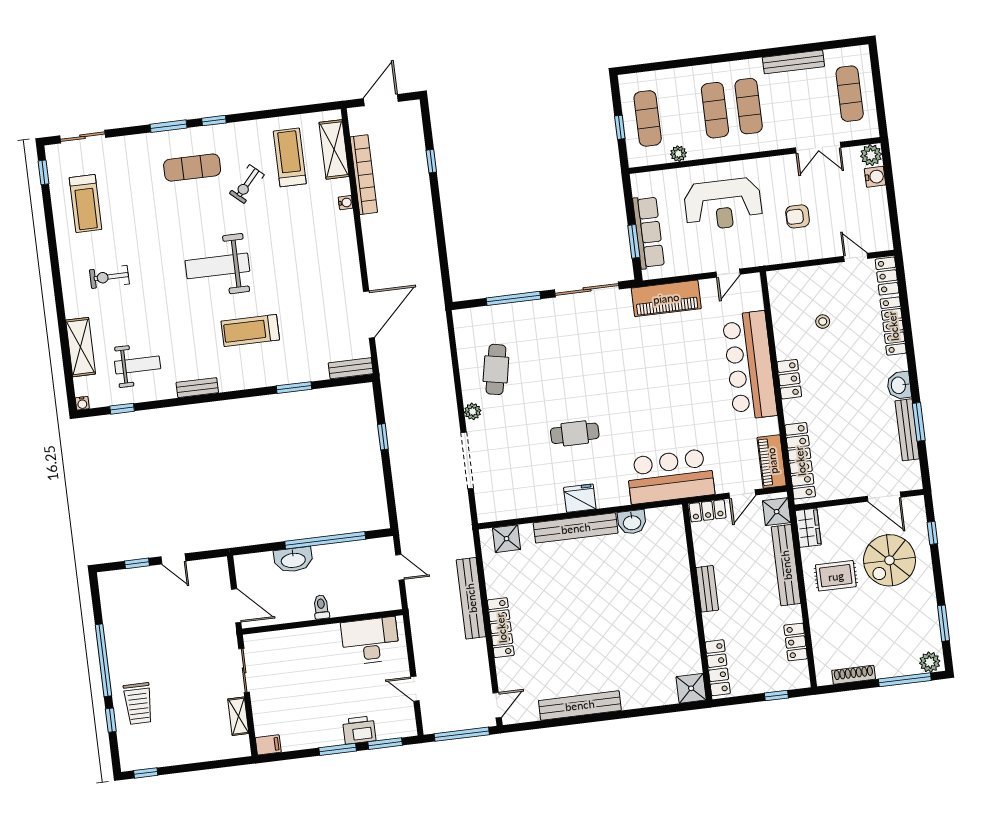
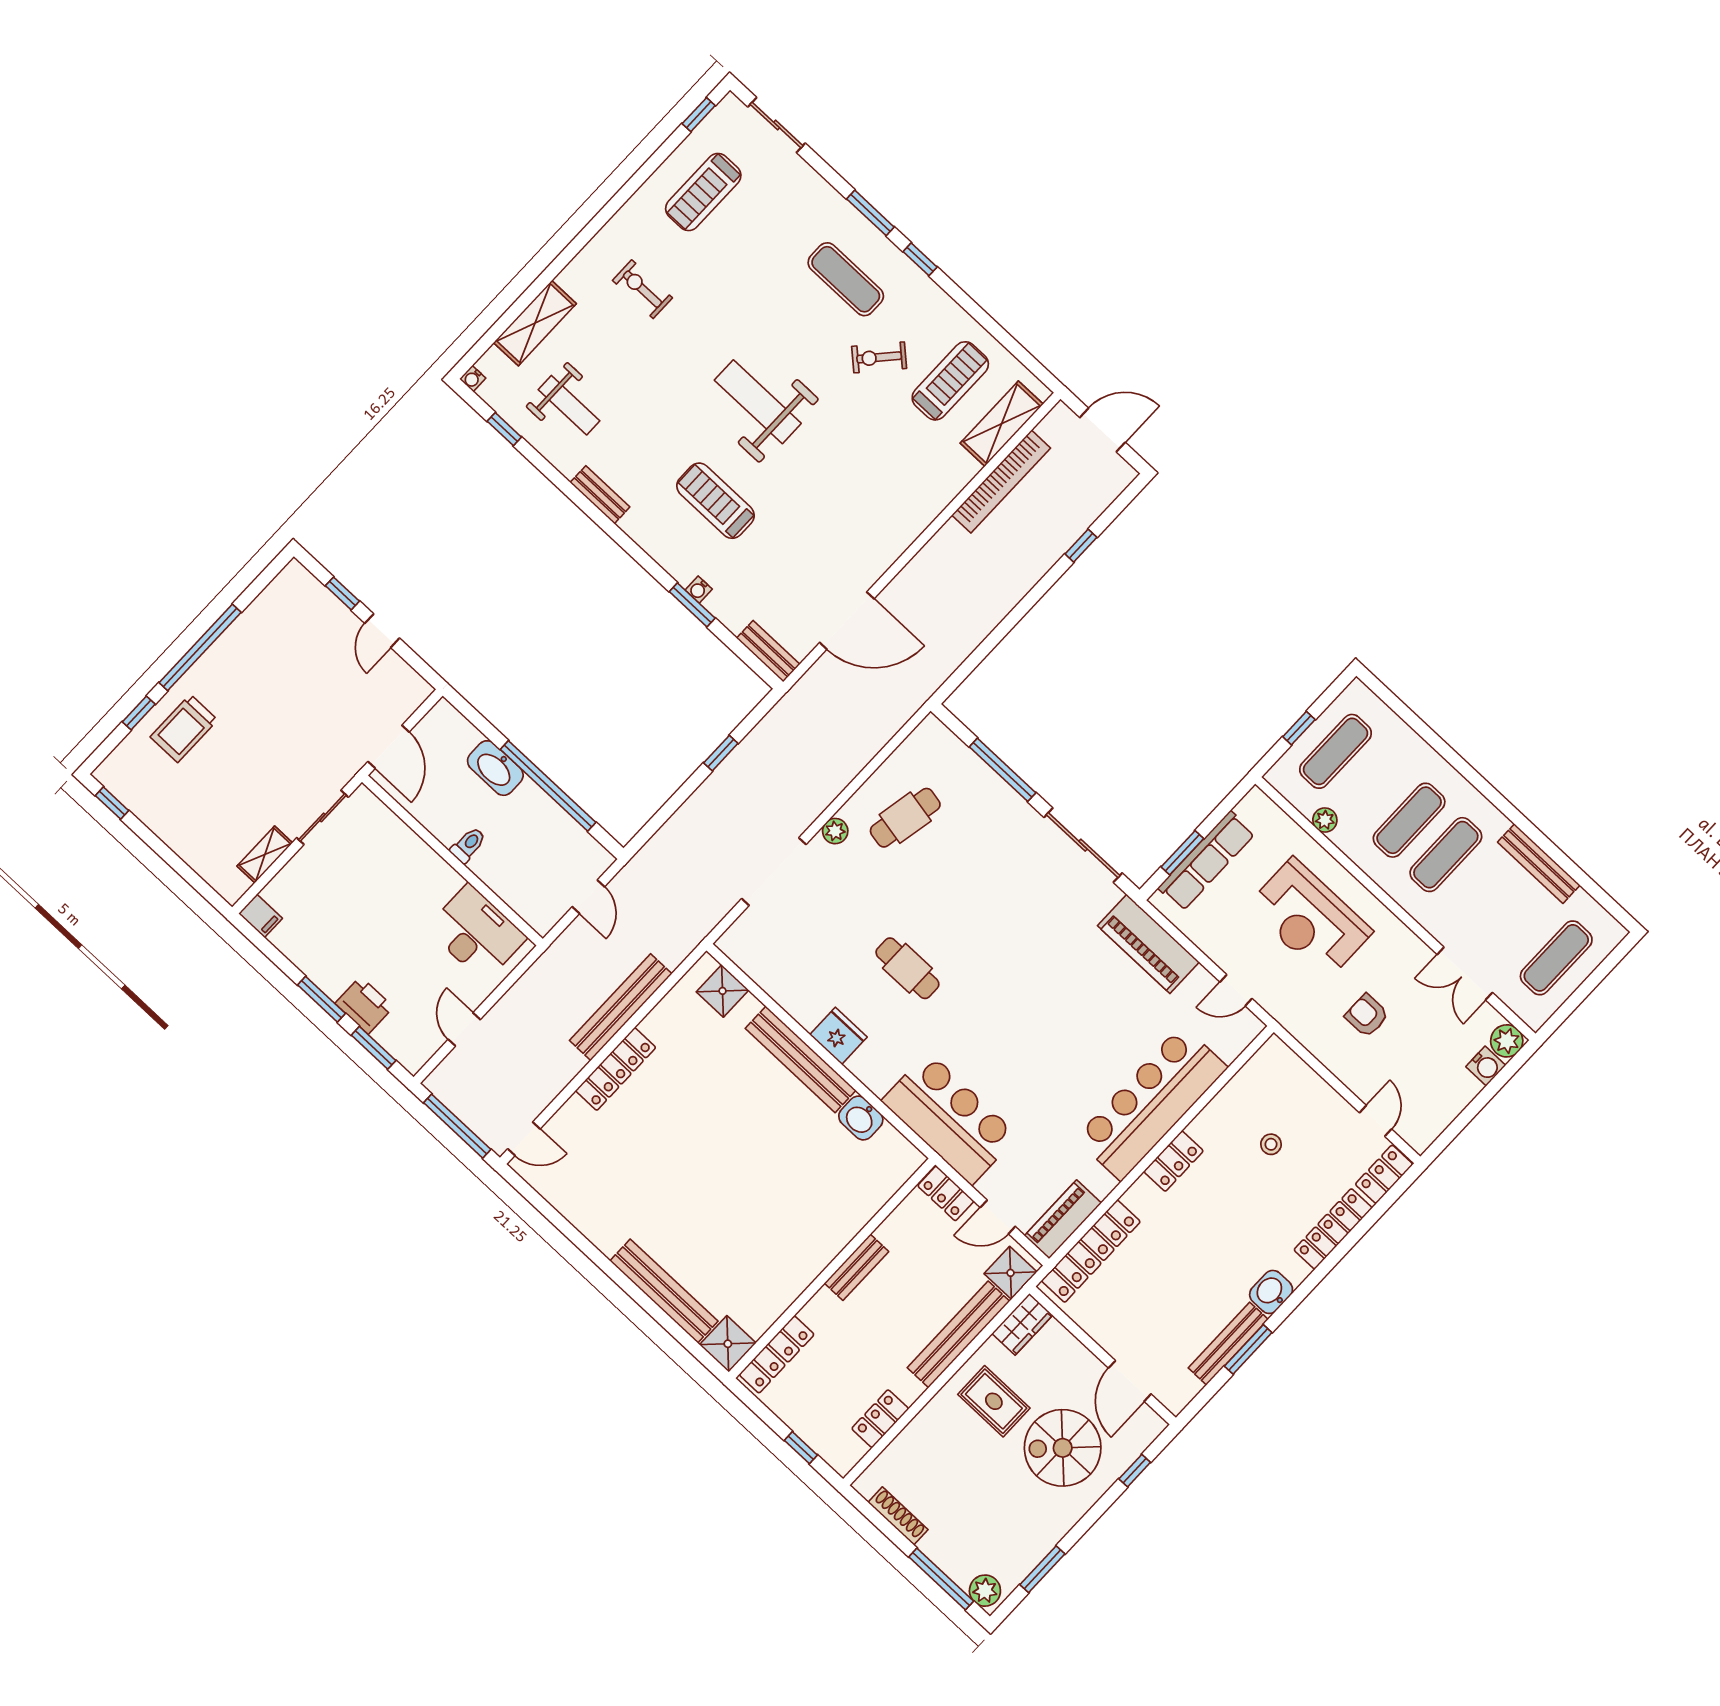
water cooler: (346, 203) -> (699, 590), moved, turned 90
bench: (580, 705) -> (664, 1291), moved

